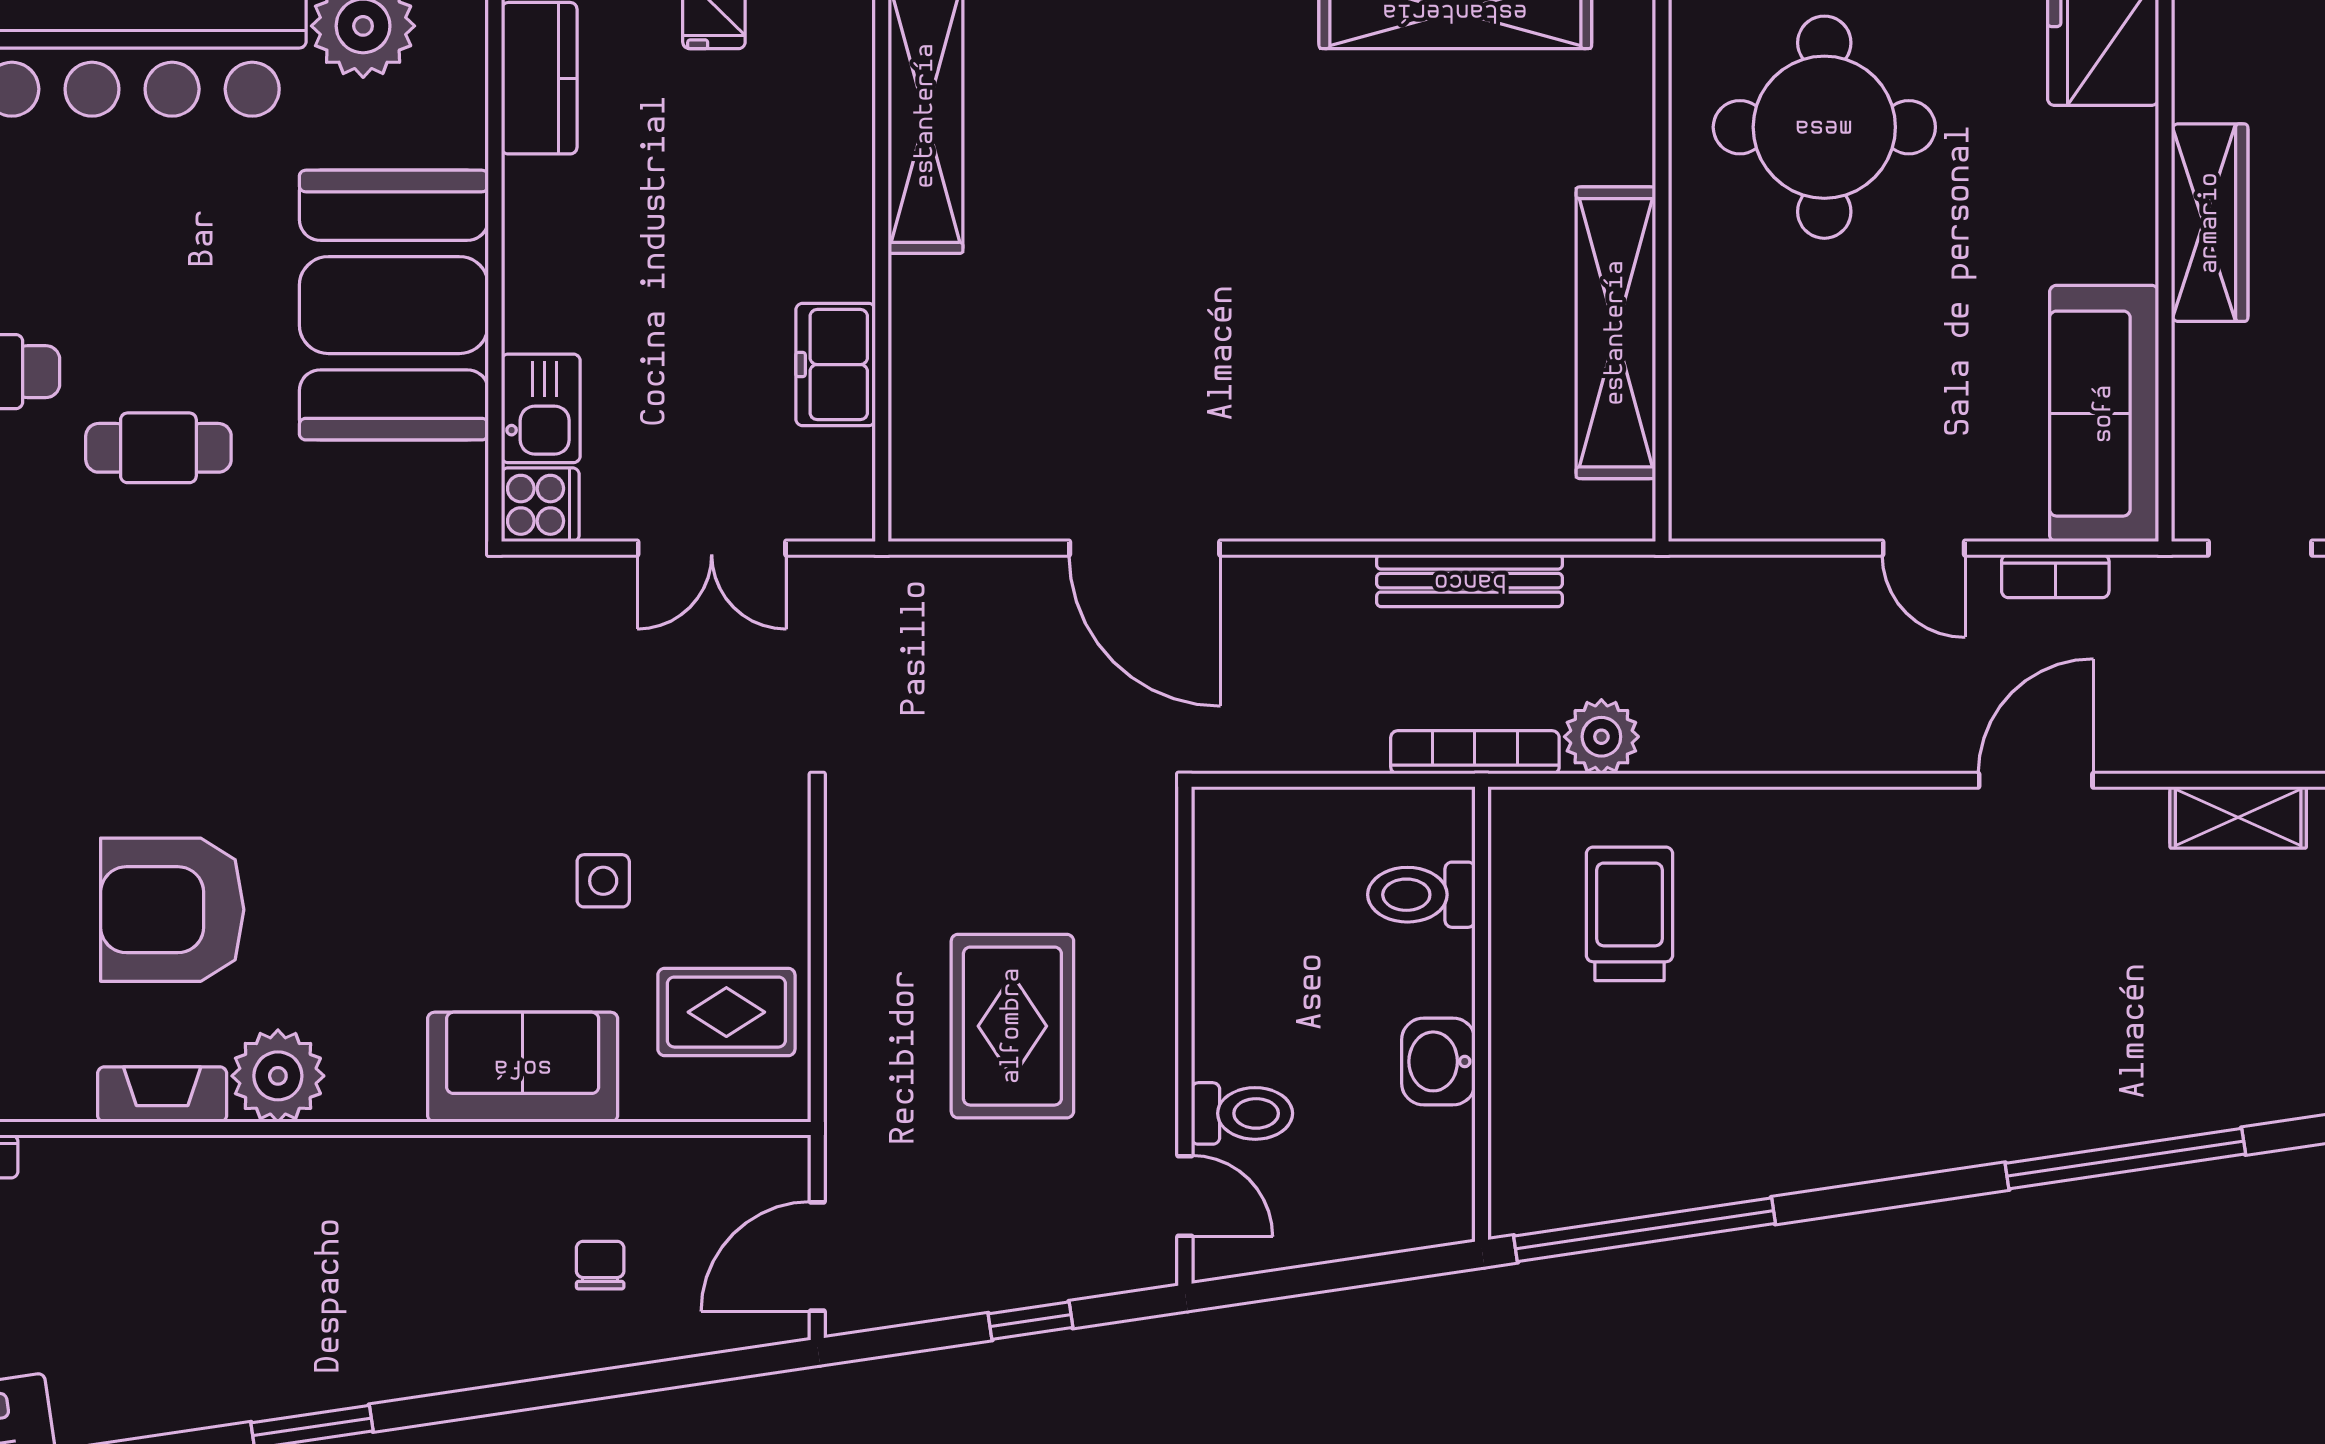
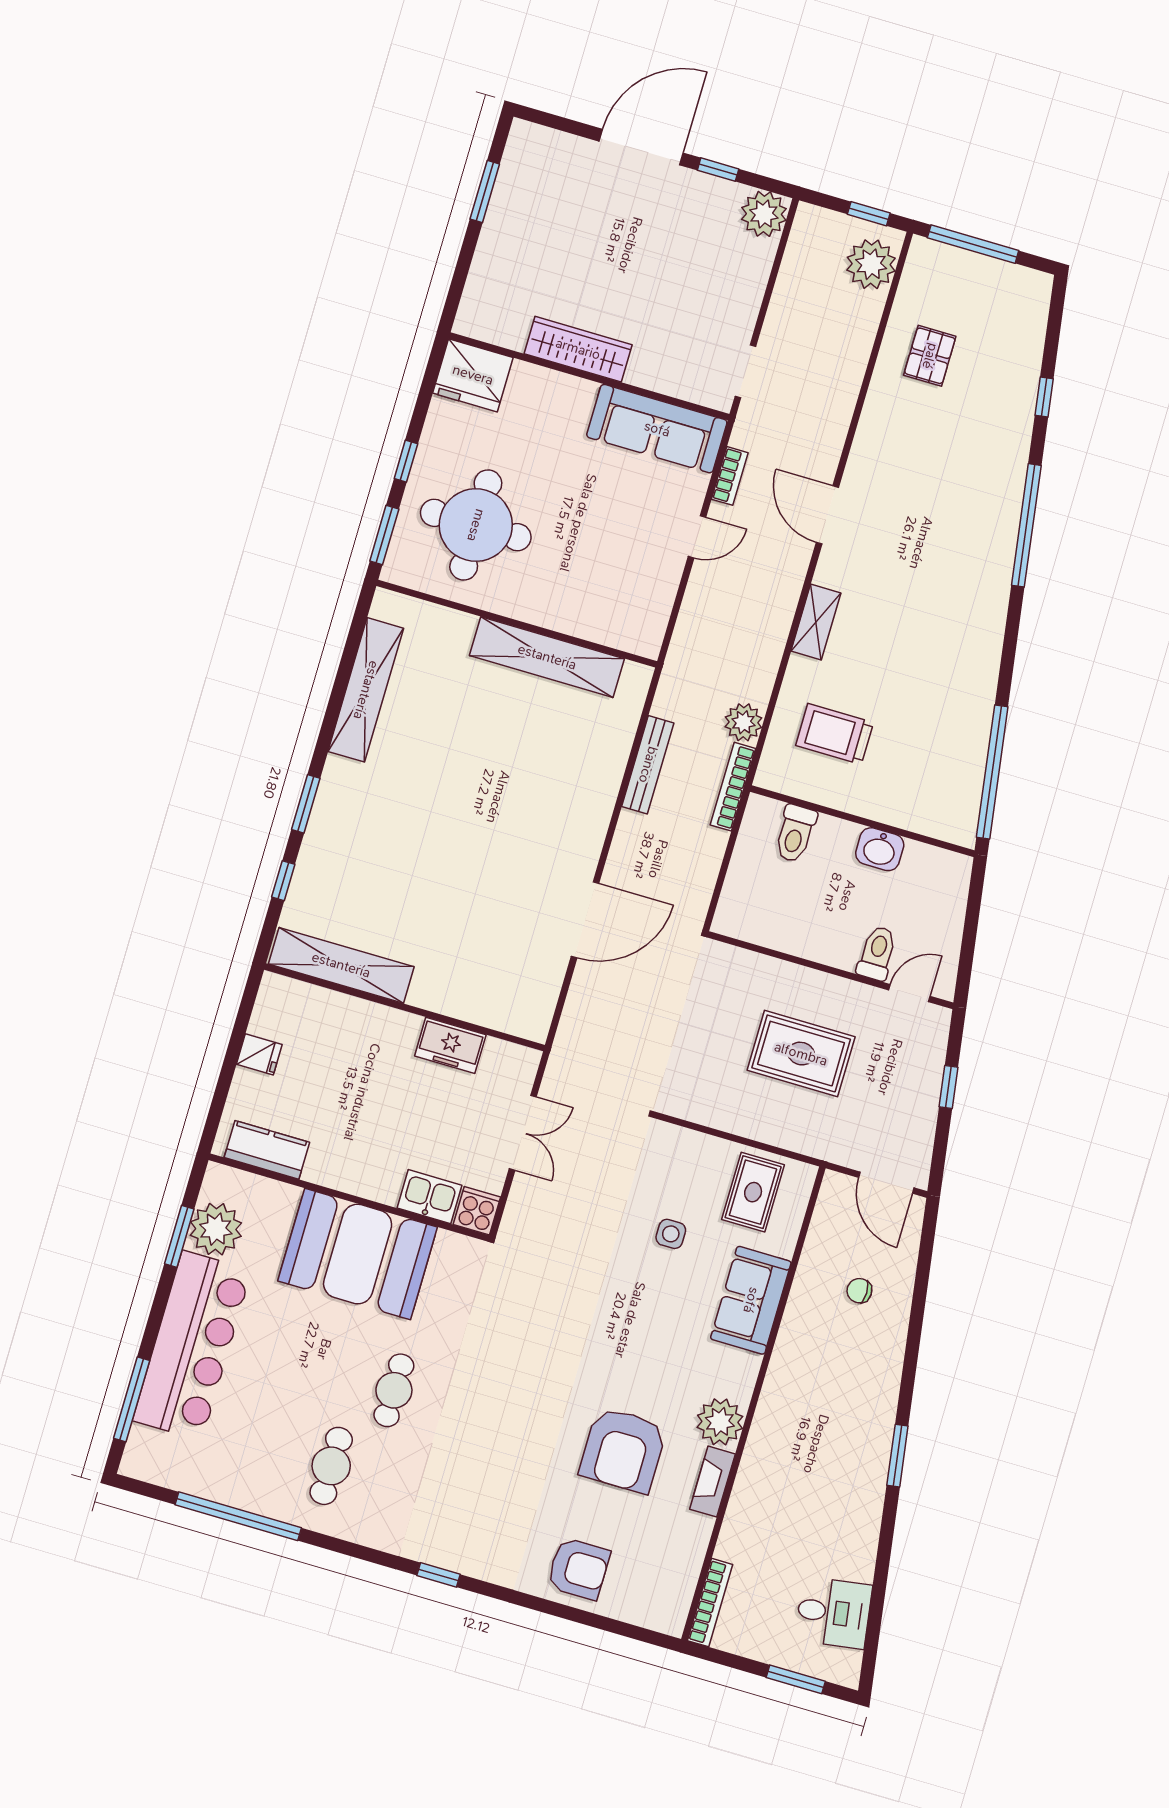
shelving: (2238, 817) -> (816, 622), moved

